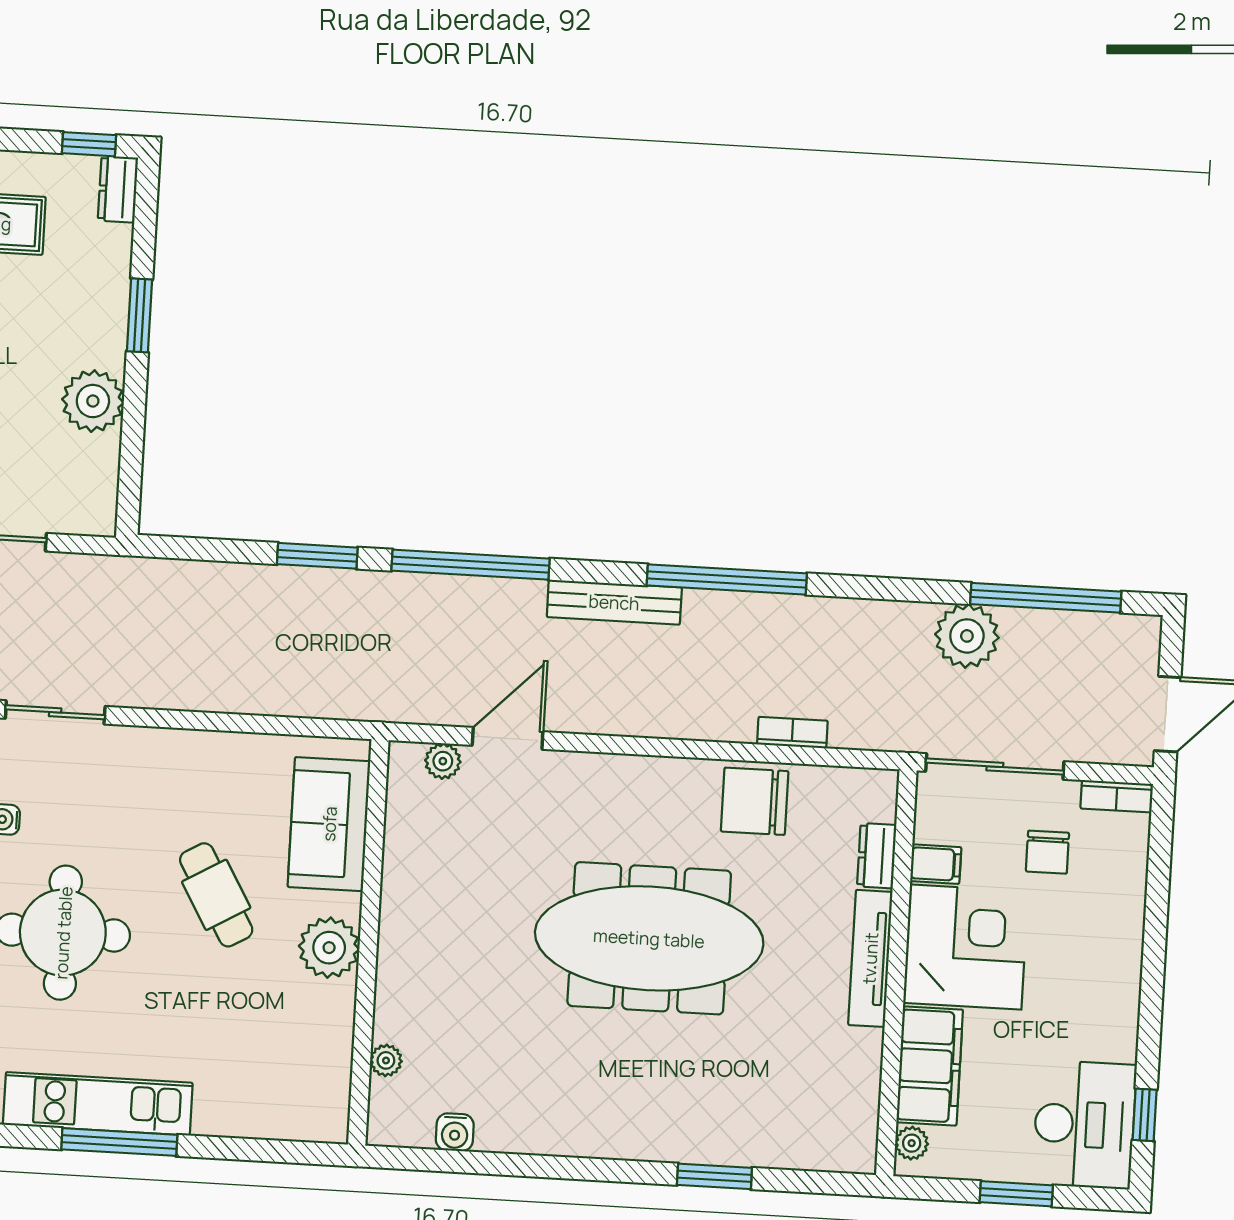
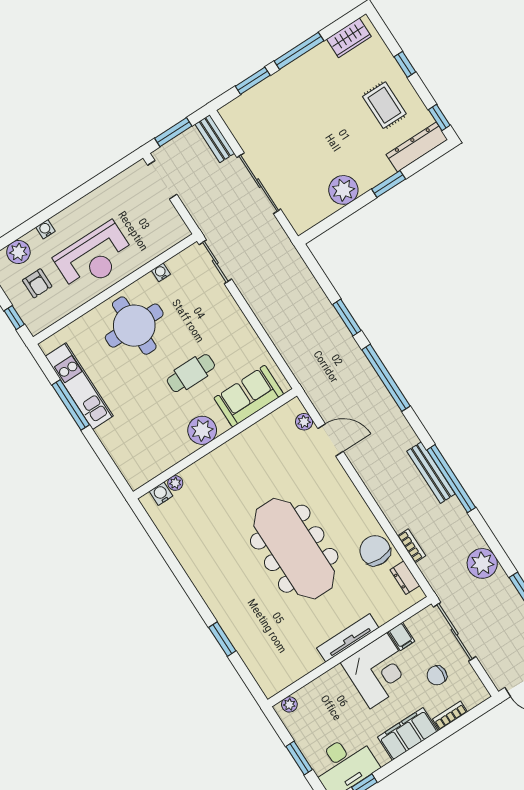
dresser: (118, 189) -> (417, 147), width x1.96, depth x1.24
bench: (614, 602) -> (431, 473), moved
plant: (967, 636) -> (482, 563), moved
bookcase: (1117, 796) -> (450, 715), moved, turned 90
dresser: (877, 856) -> (405, 578), moved, turned -90
cafe table: (216, 895) -> (191, 373), turned 30
filing cabinet: (930, 1066) -> (408, 734), moved, turned 180
water cooler: (455, 1132) -> (161, 494), moved, turned 90

